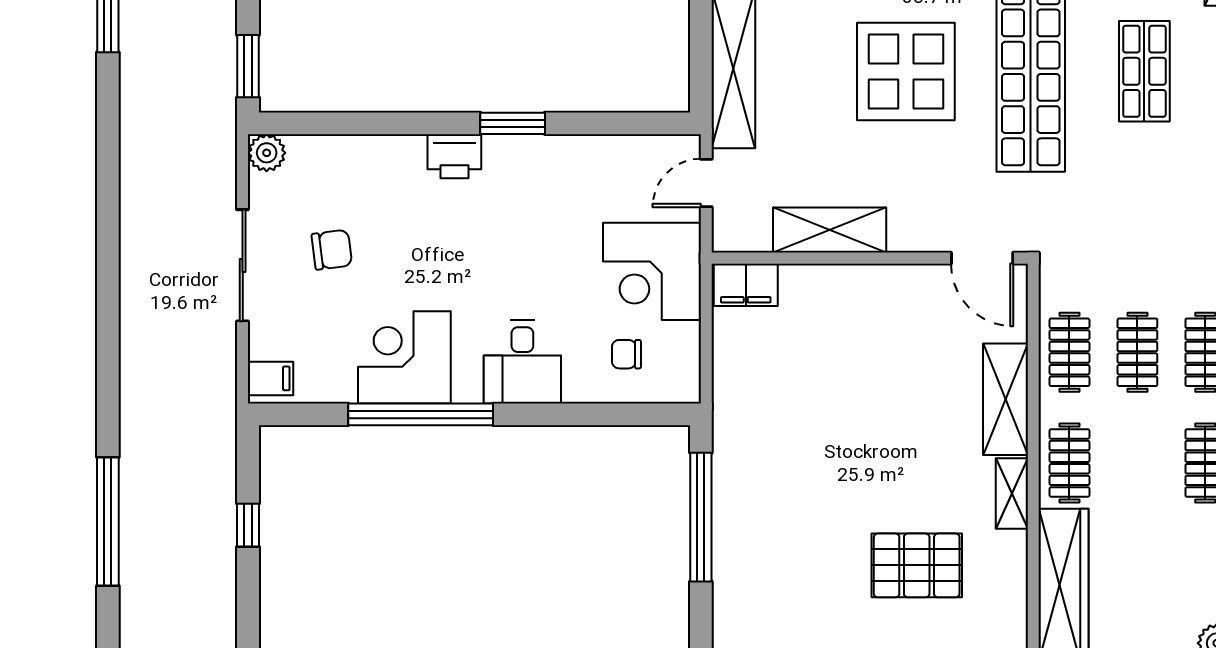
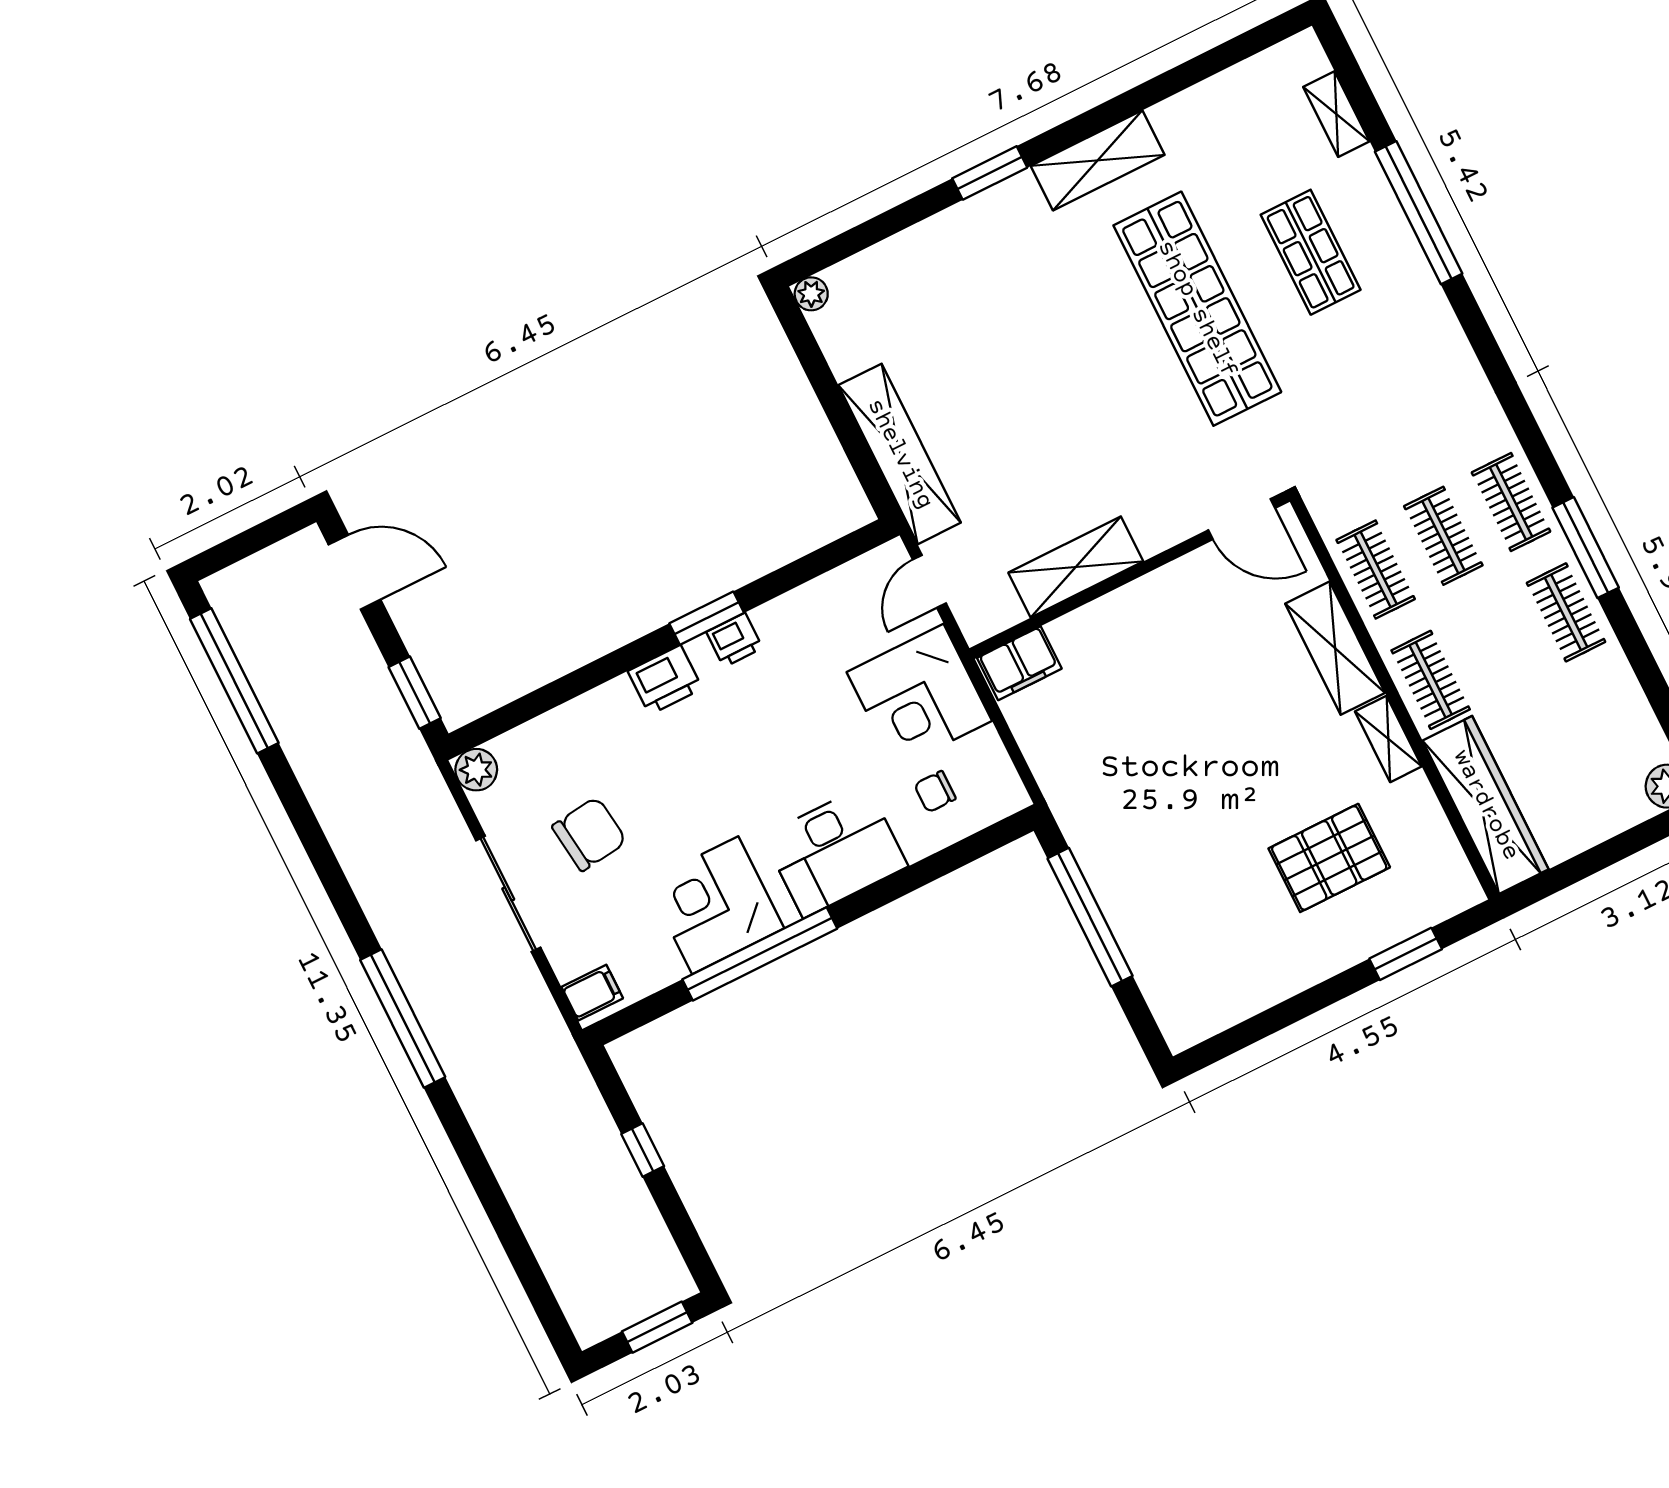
display table: (906, 72) -> (1073, 371), removed
printer: (526, 152) -> (734, 640), added
chair: (332, 250) -> (589, 834), width x1.37, depth x1.37
desk: (522, 362) -> (835, 851), width x1.37
window: (108, 521) -> (403, 1019), moved

